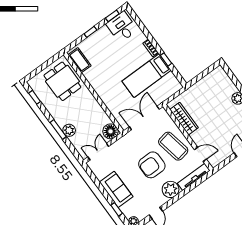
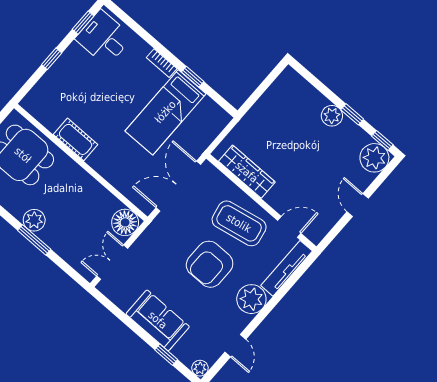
cot: (80, 60) -> (76, 139), moved
plant: (69, 130) -> (34, 220), moved

